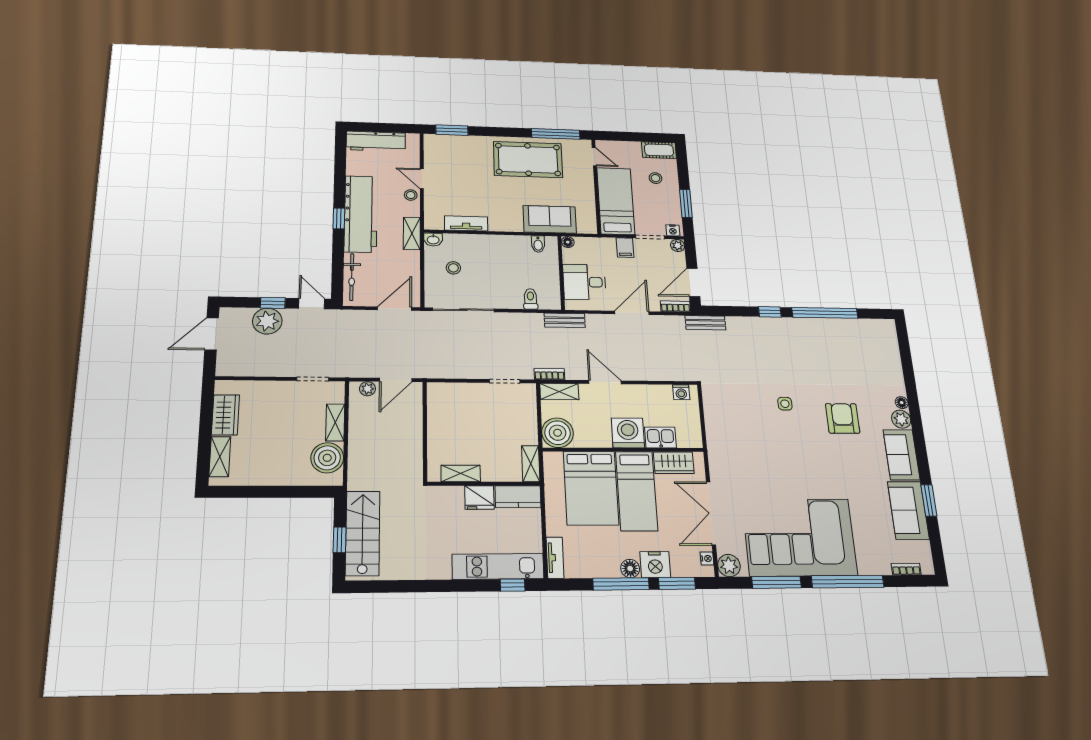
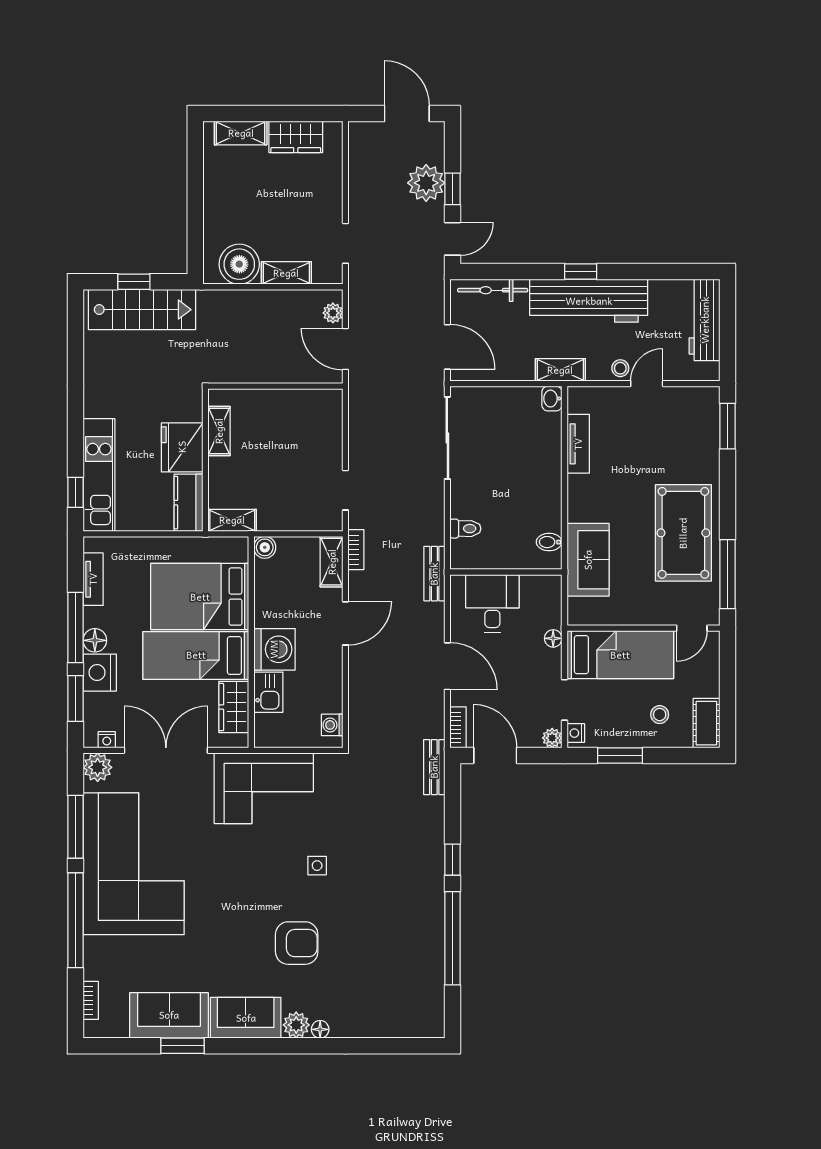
floor lamp: (568, 242) -> (553, 638), moved
filing cabinet: (625, 248) -> (547, 663), removed
stool: (453, 268) -> (510, 425), removed
boiler: (558, 433) -> (265, 547), width x0.54, depth x0.54
corner sofa: (732, 441) -> (264, 788), added
fridge: (479, 498) -> (182, 447), width x1.36, depth x1.34
tv unit: (555, 558) -> (93, 579), moved, turned -90

